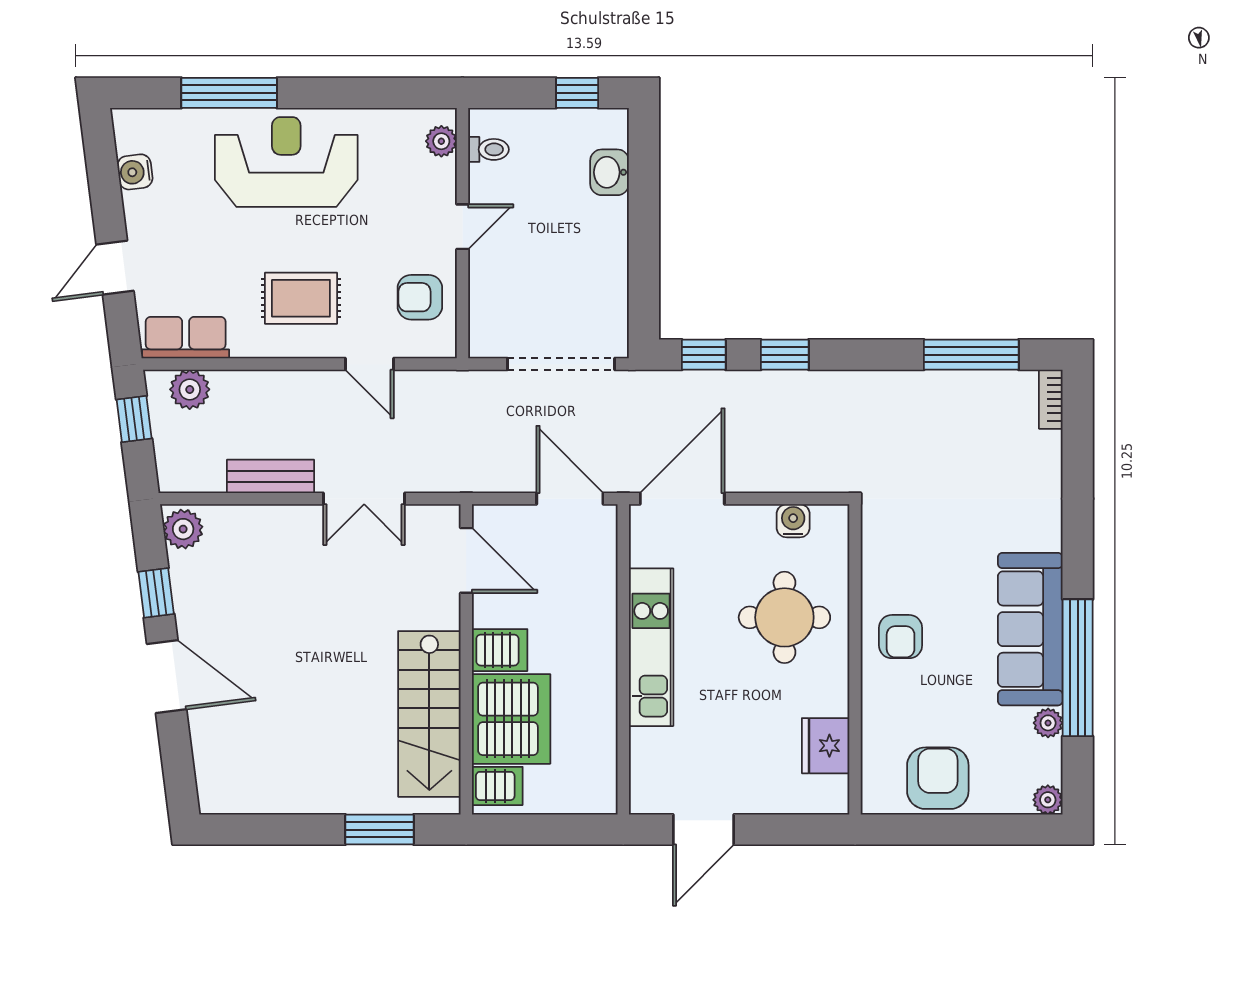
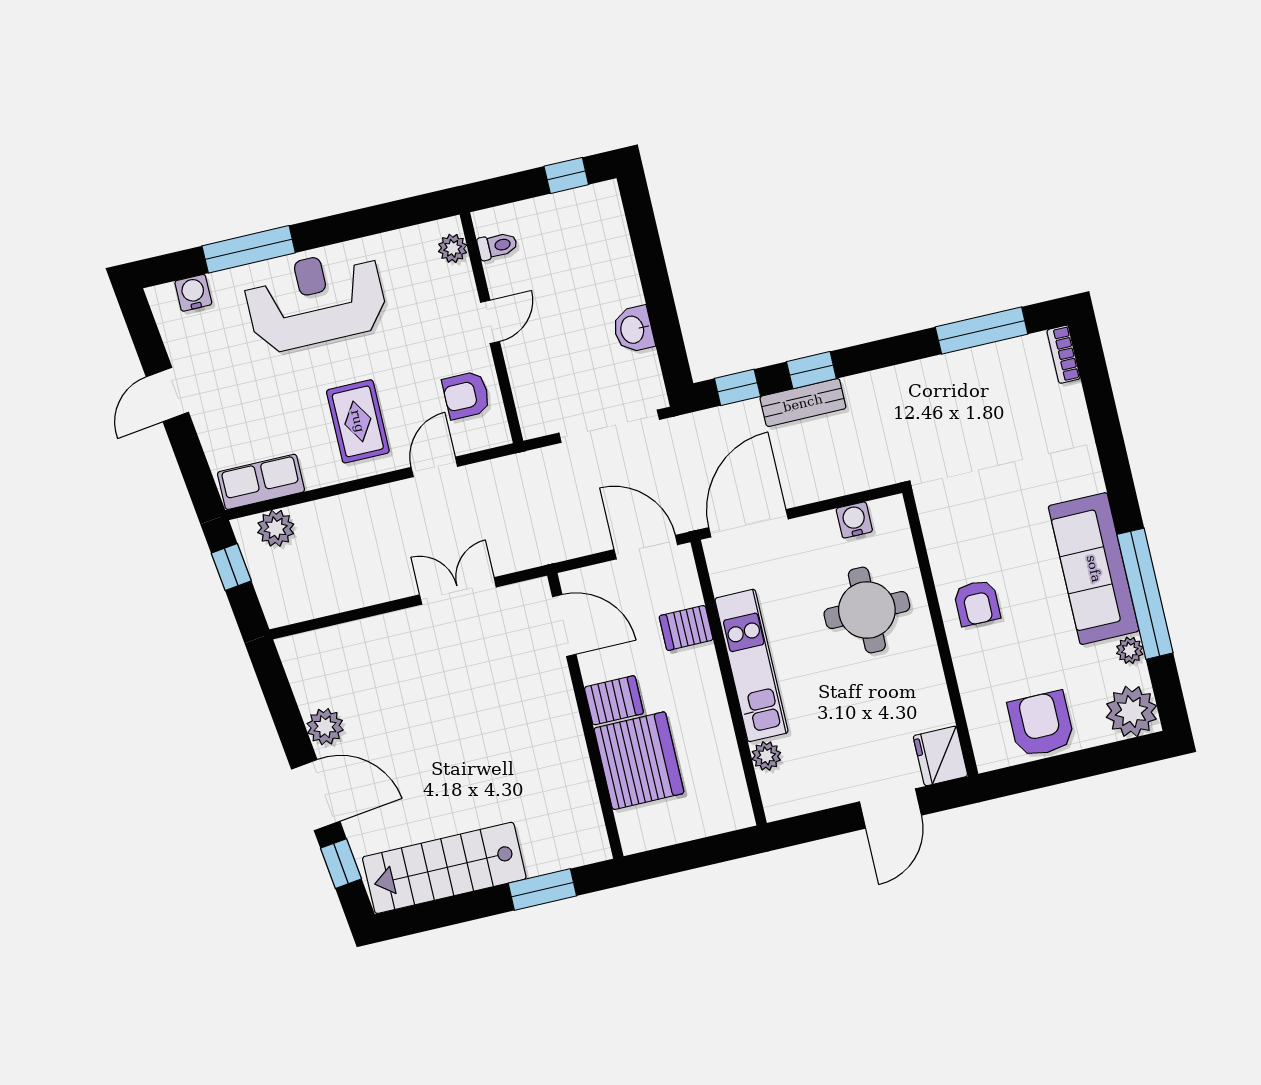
water cooler: (135, 172) -> (193, 293), moved, turned 97
washbasin: (609, 172) -> (633, 329), moved
door: (115, 268) -> (167, 395), moved
rug: (301, 298) -> (358, 421), turned 90
door: (369, 364) -> (434, 467), swing flipped
bench: (270, 476) -> (803, 403), moved
double door: (364, 499) -> (458, 591), swing flipped
plant: (183, 529) -> (325, 727), moved
window: (156, 593) -> (341, 864), moved
stairs: (429, 714) -> (444, 868), moved, turned 90
plant: (645, 745) -> (766, 756), added
fridge: (826, 746) -> (940, 756), moved
server rack: (497, 786) -> (686, 628), moved, turned 180
plant: (1048, 800) -> (1131, 711), width x1.87, depth x1.87
door: (703, 830) -> (890, 809), moved

